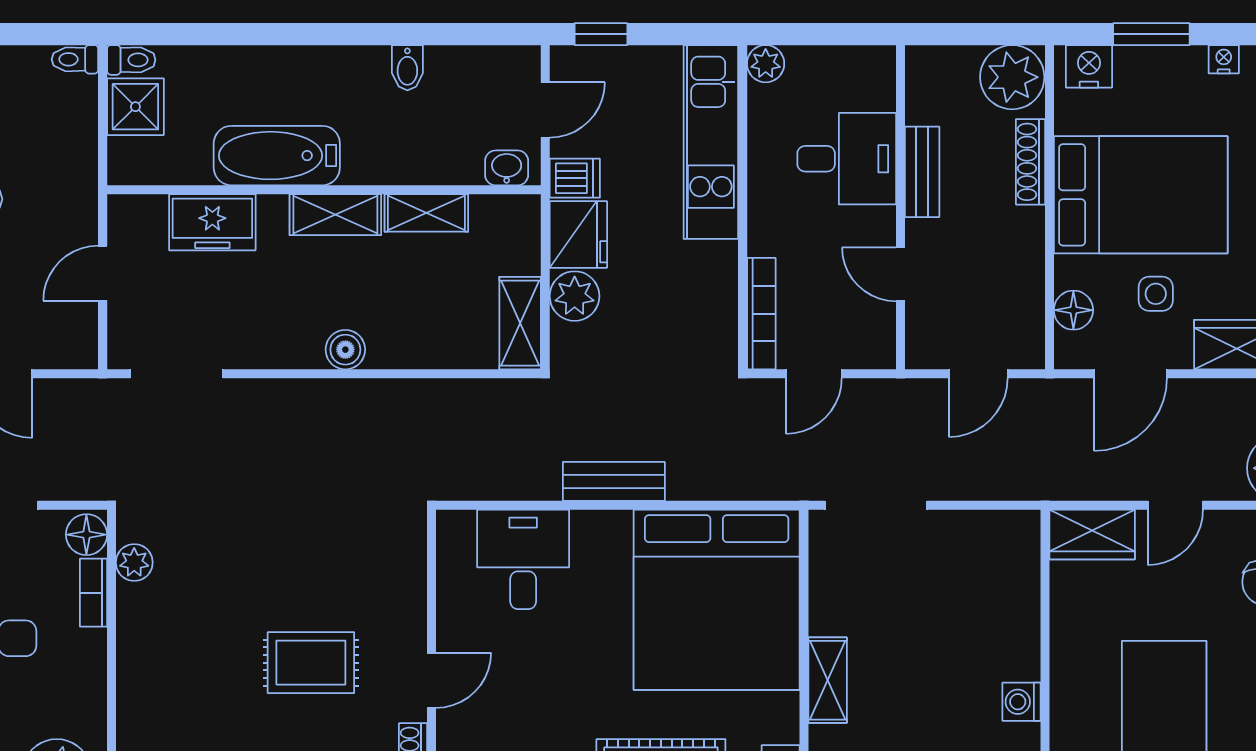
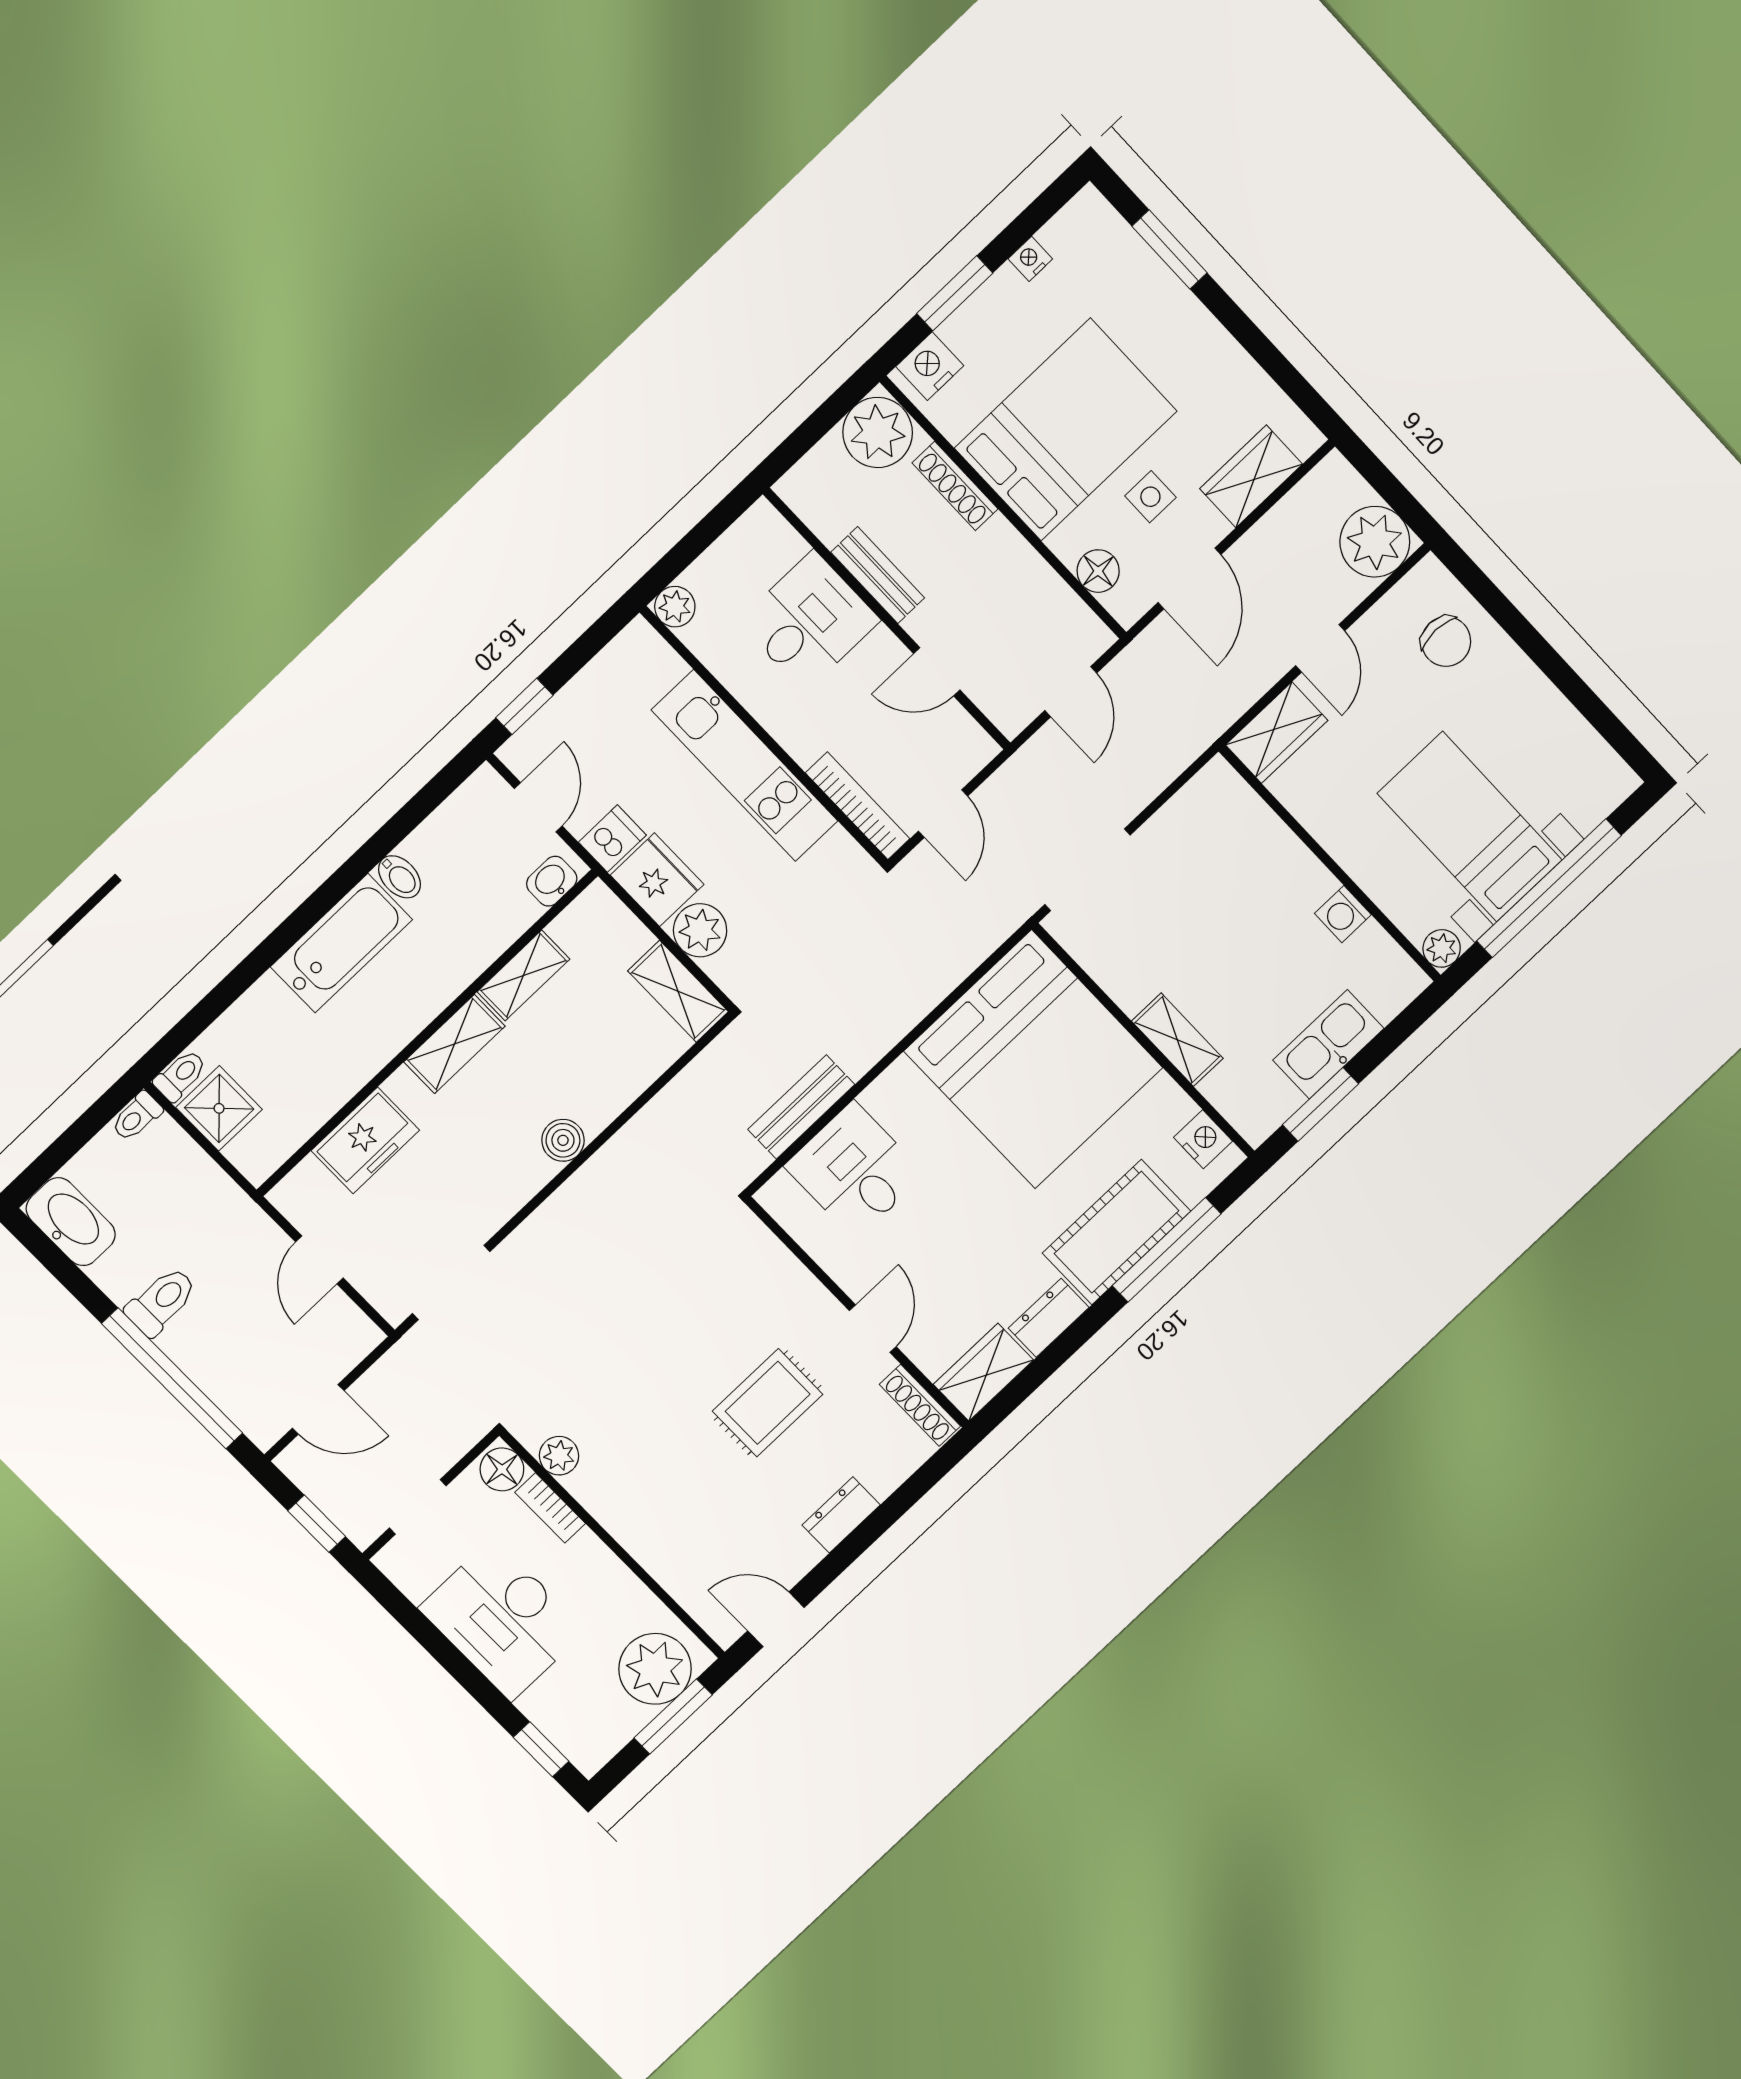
kitchen unit: (711, 142) -> (745, 765), moved
bathtub: (277, 156) -> (341, 943), moved, turned 180
bench: (614, 481) -> (801, 1107), moved

